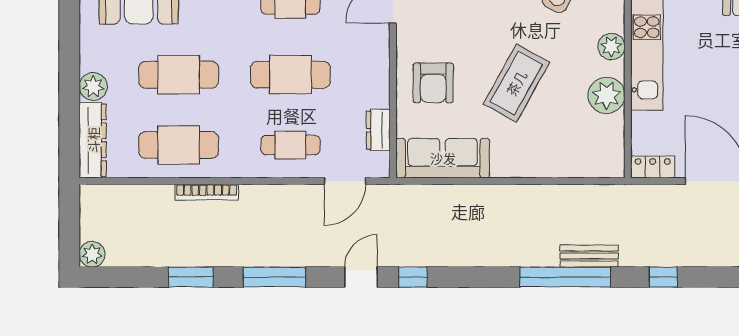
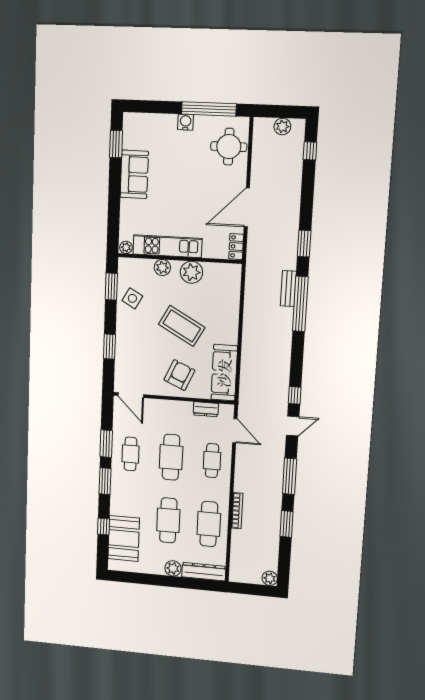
armchair: (433, 83) -> (179, 375), turned -66
door: (361, 277) -> (293, 426), swing flipped
window: (663, 277) -> (304, 244), width x1.50

